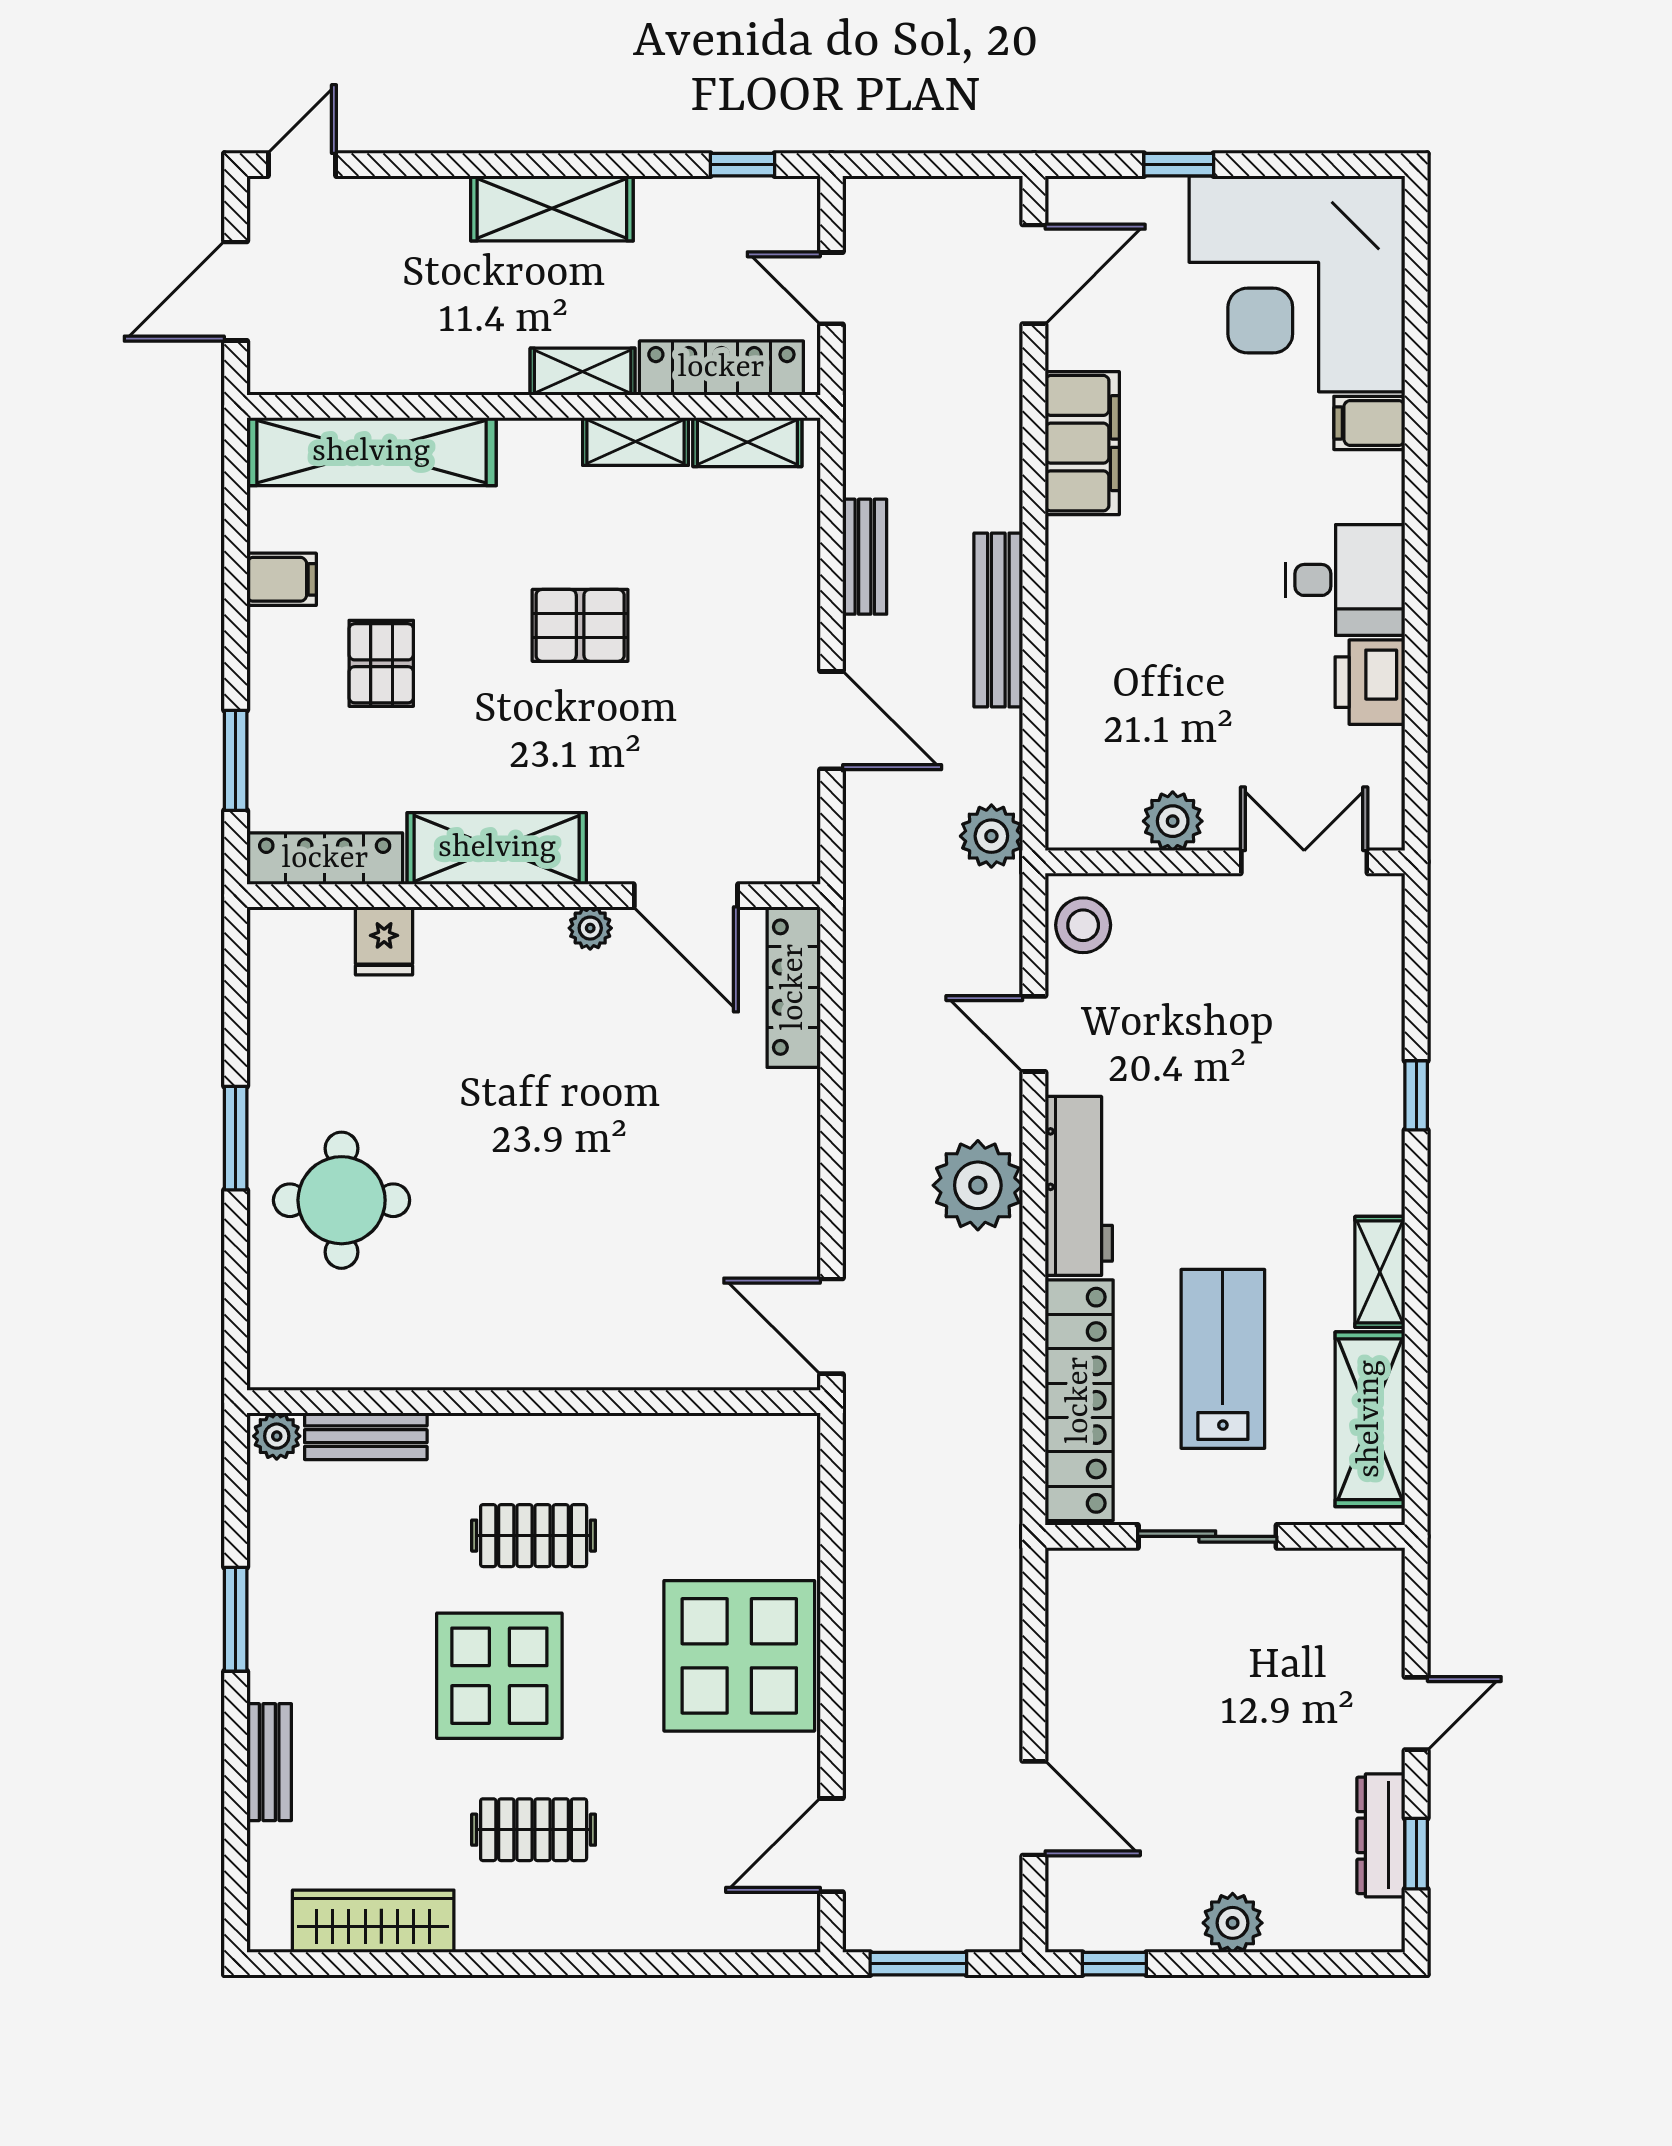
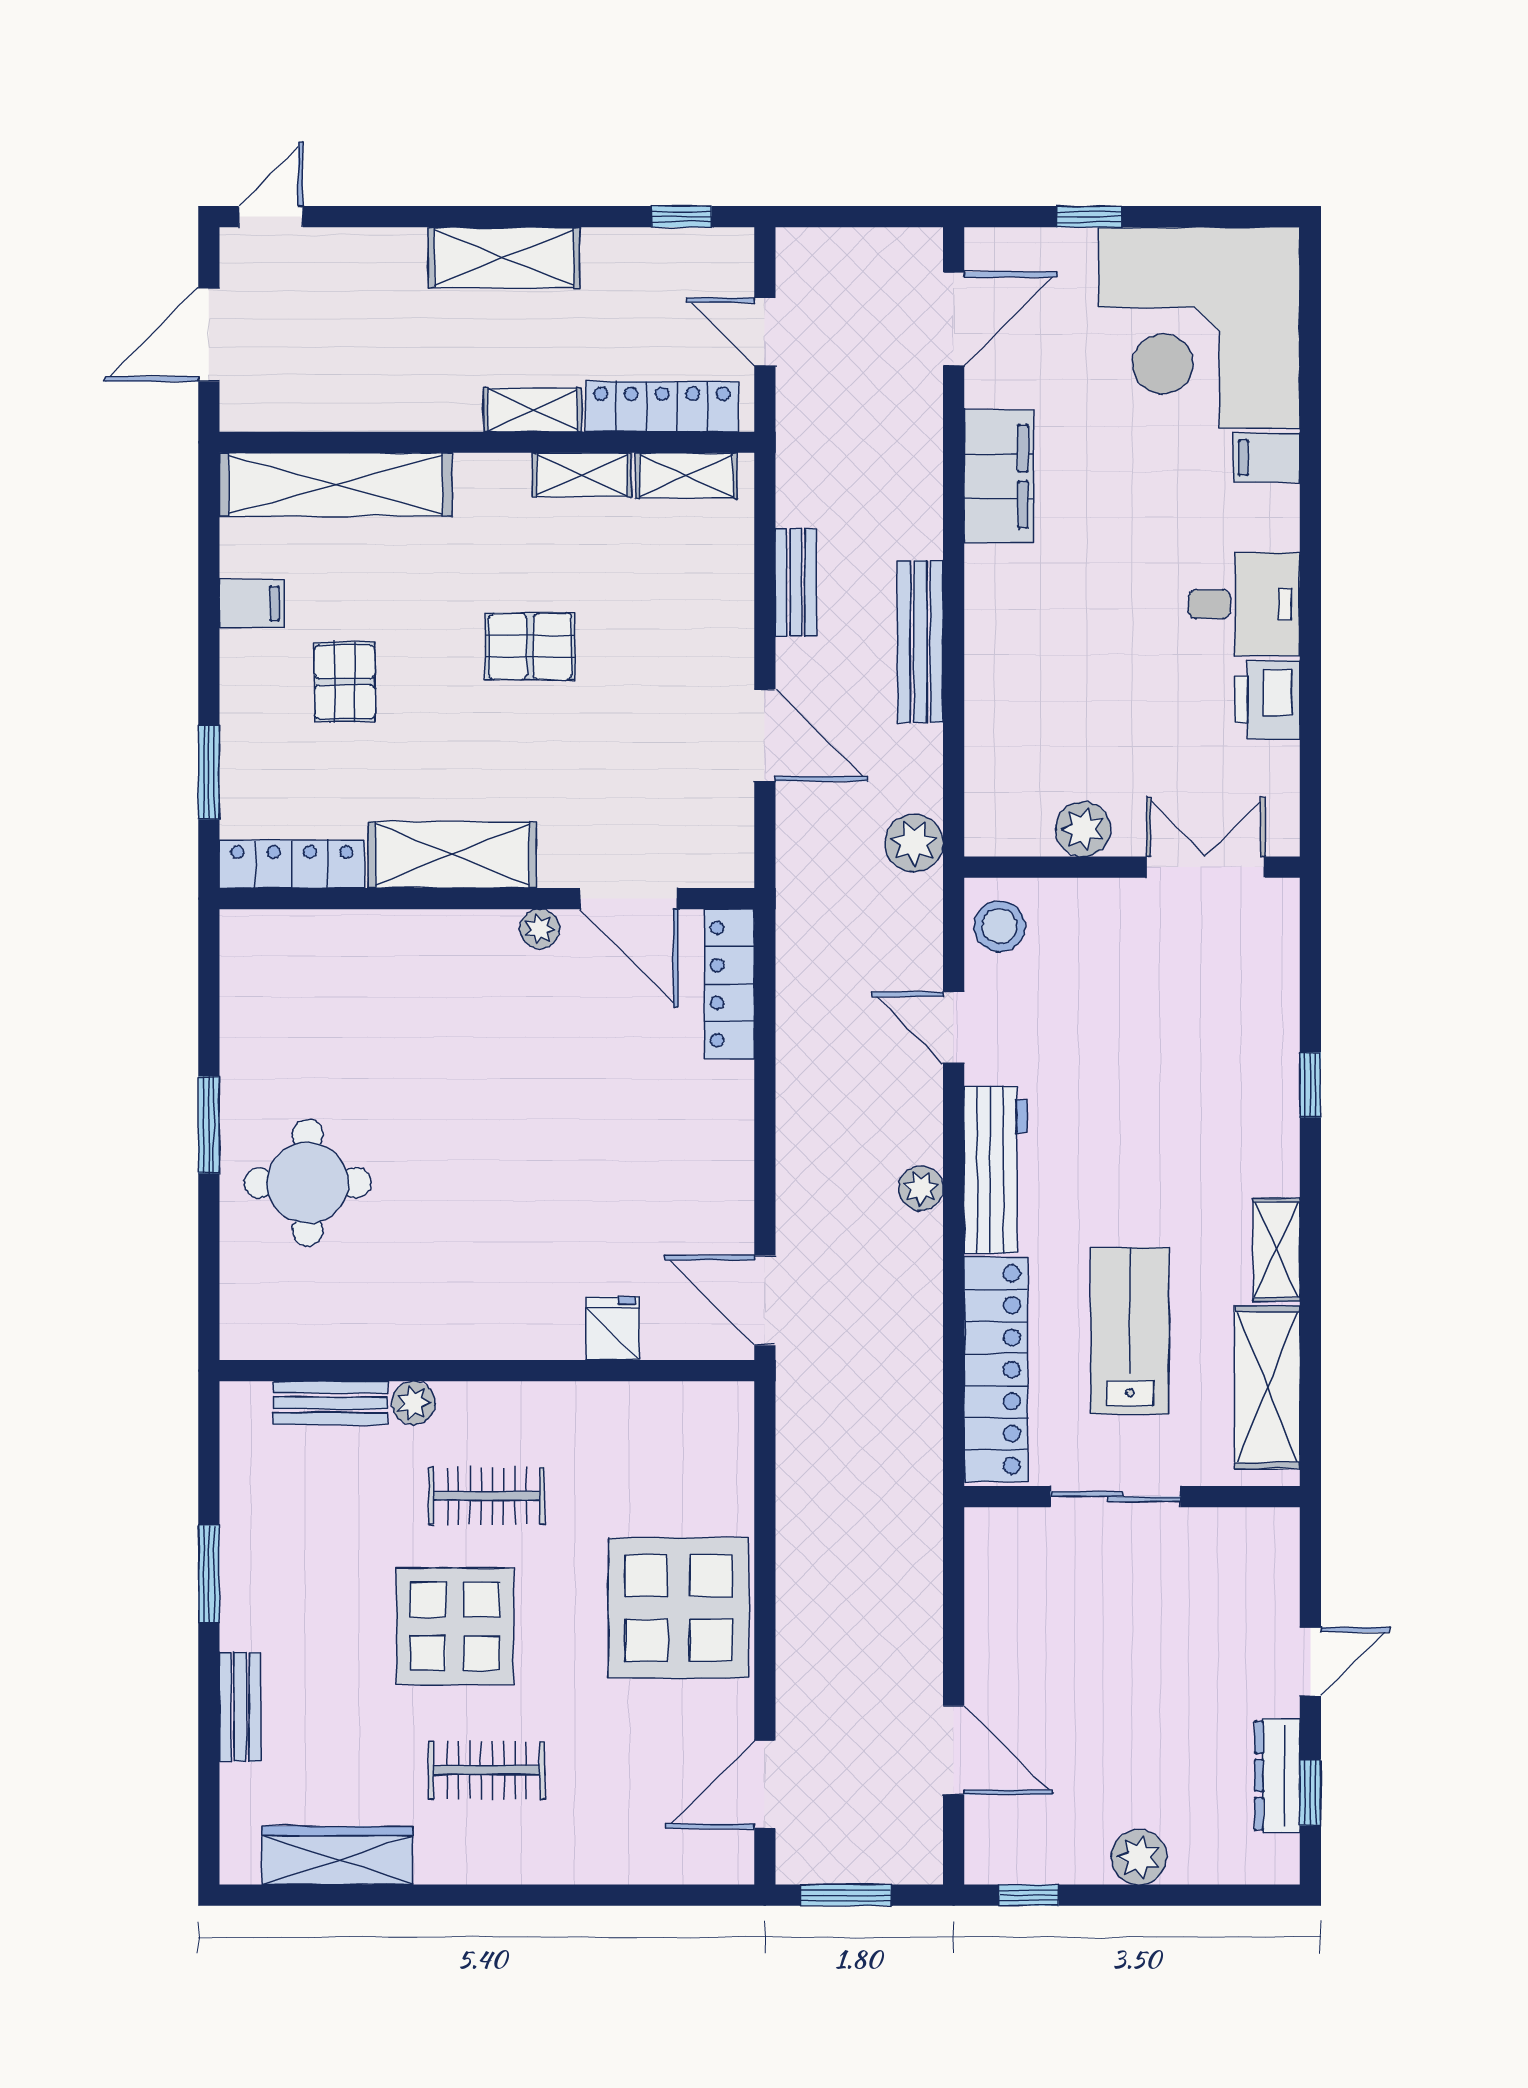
fridge: (384, 941) -> (613, 1328), moved, turned 180
plant: (978, 1185) -> (921, 1188), width x0.53, depth x0.53
plant: (277, 1436) -> (413, 1403), moved

